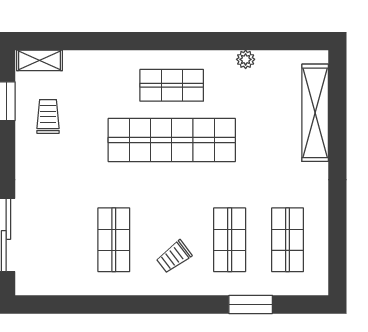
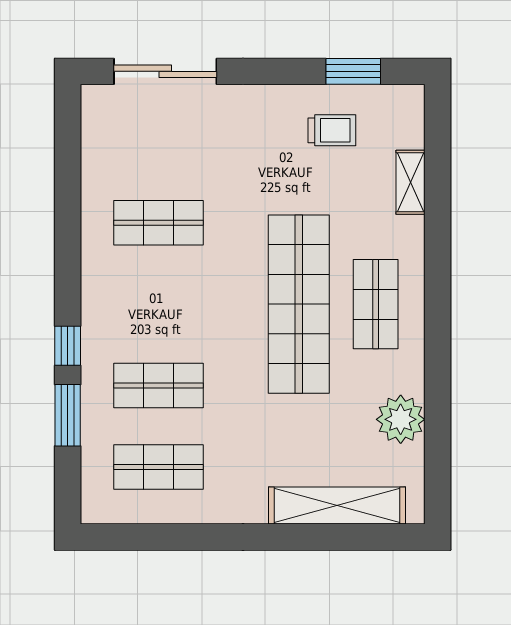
plant: (246, 59) -> (401, 419), width x1.88, depth x1.88
shelving: (40, 60) -> (410, 182), moved
trolley: (174, 257) -> (135, 307), removed
window: (201, 304) -> (68, 346), added

